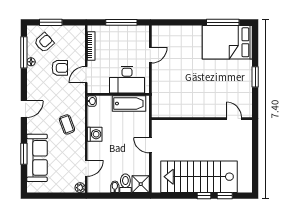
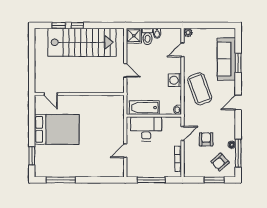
bed: (227, 42) -> (57, 129), moved
armchair: (60, 68) -> (206, 139), turned 90
window: (255, 77) -> (32, 156), moved
coffee table: (67, 124) -> (200, 89), width x1.86, depth x1.72

